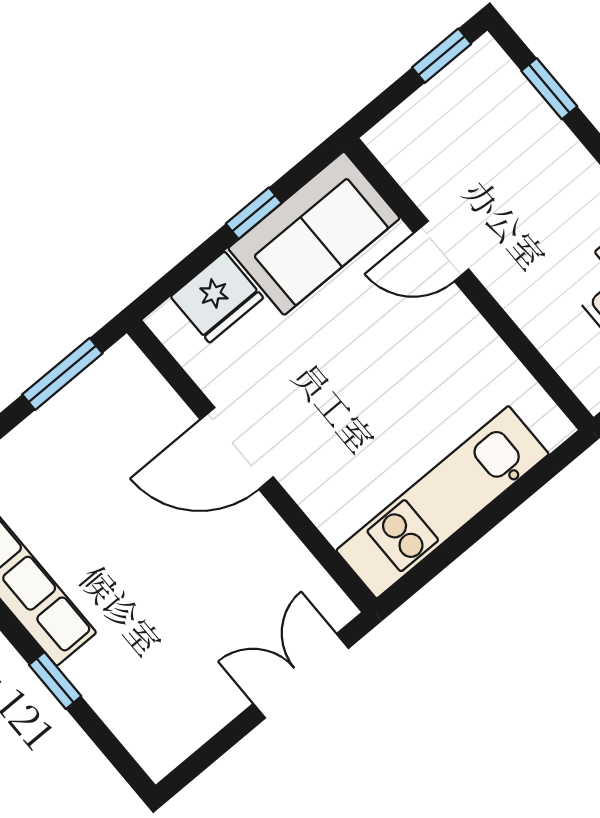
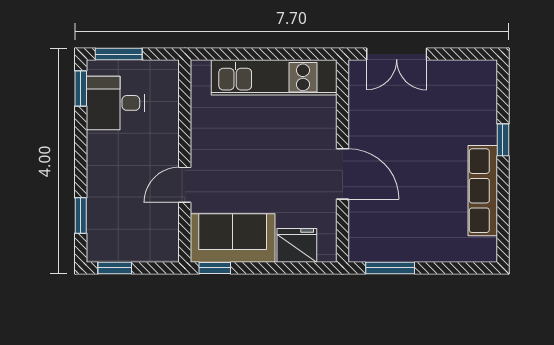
window: (254, 213) -> (215, 268), moved
door: (441, 251) -> (185, 185), swing flipped

